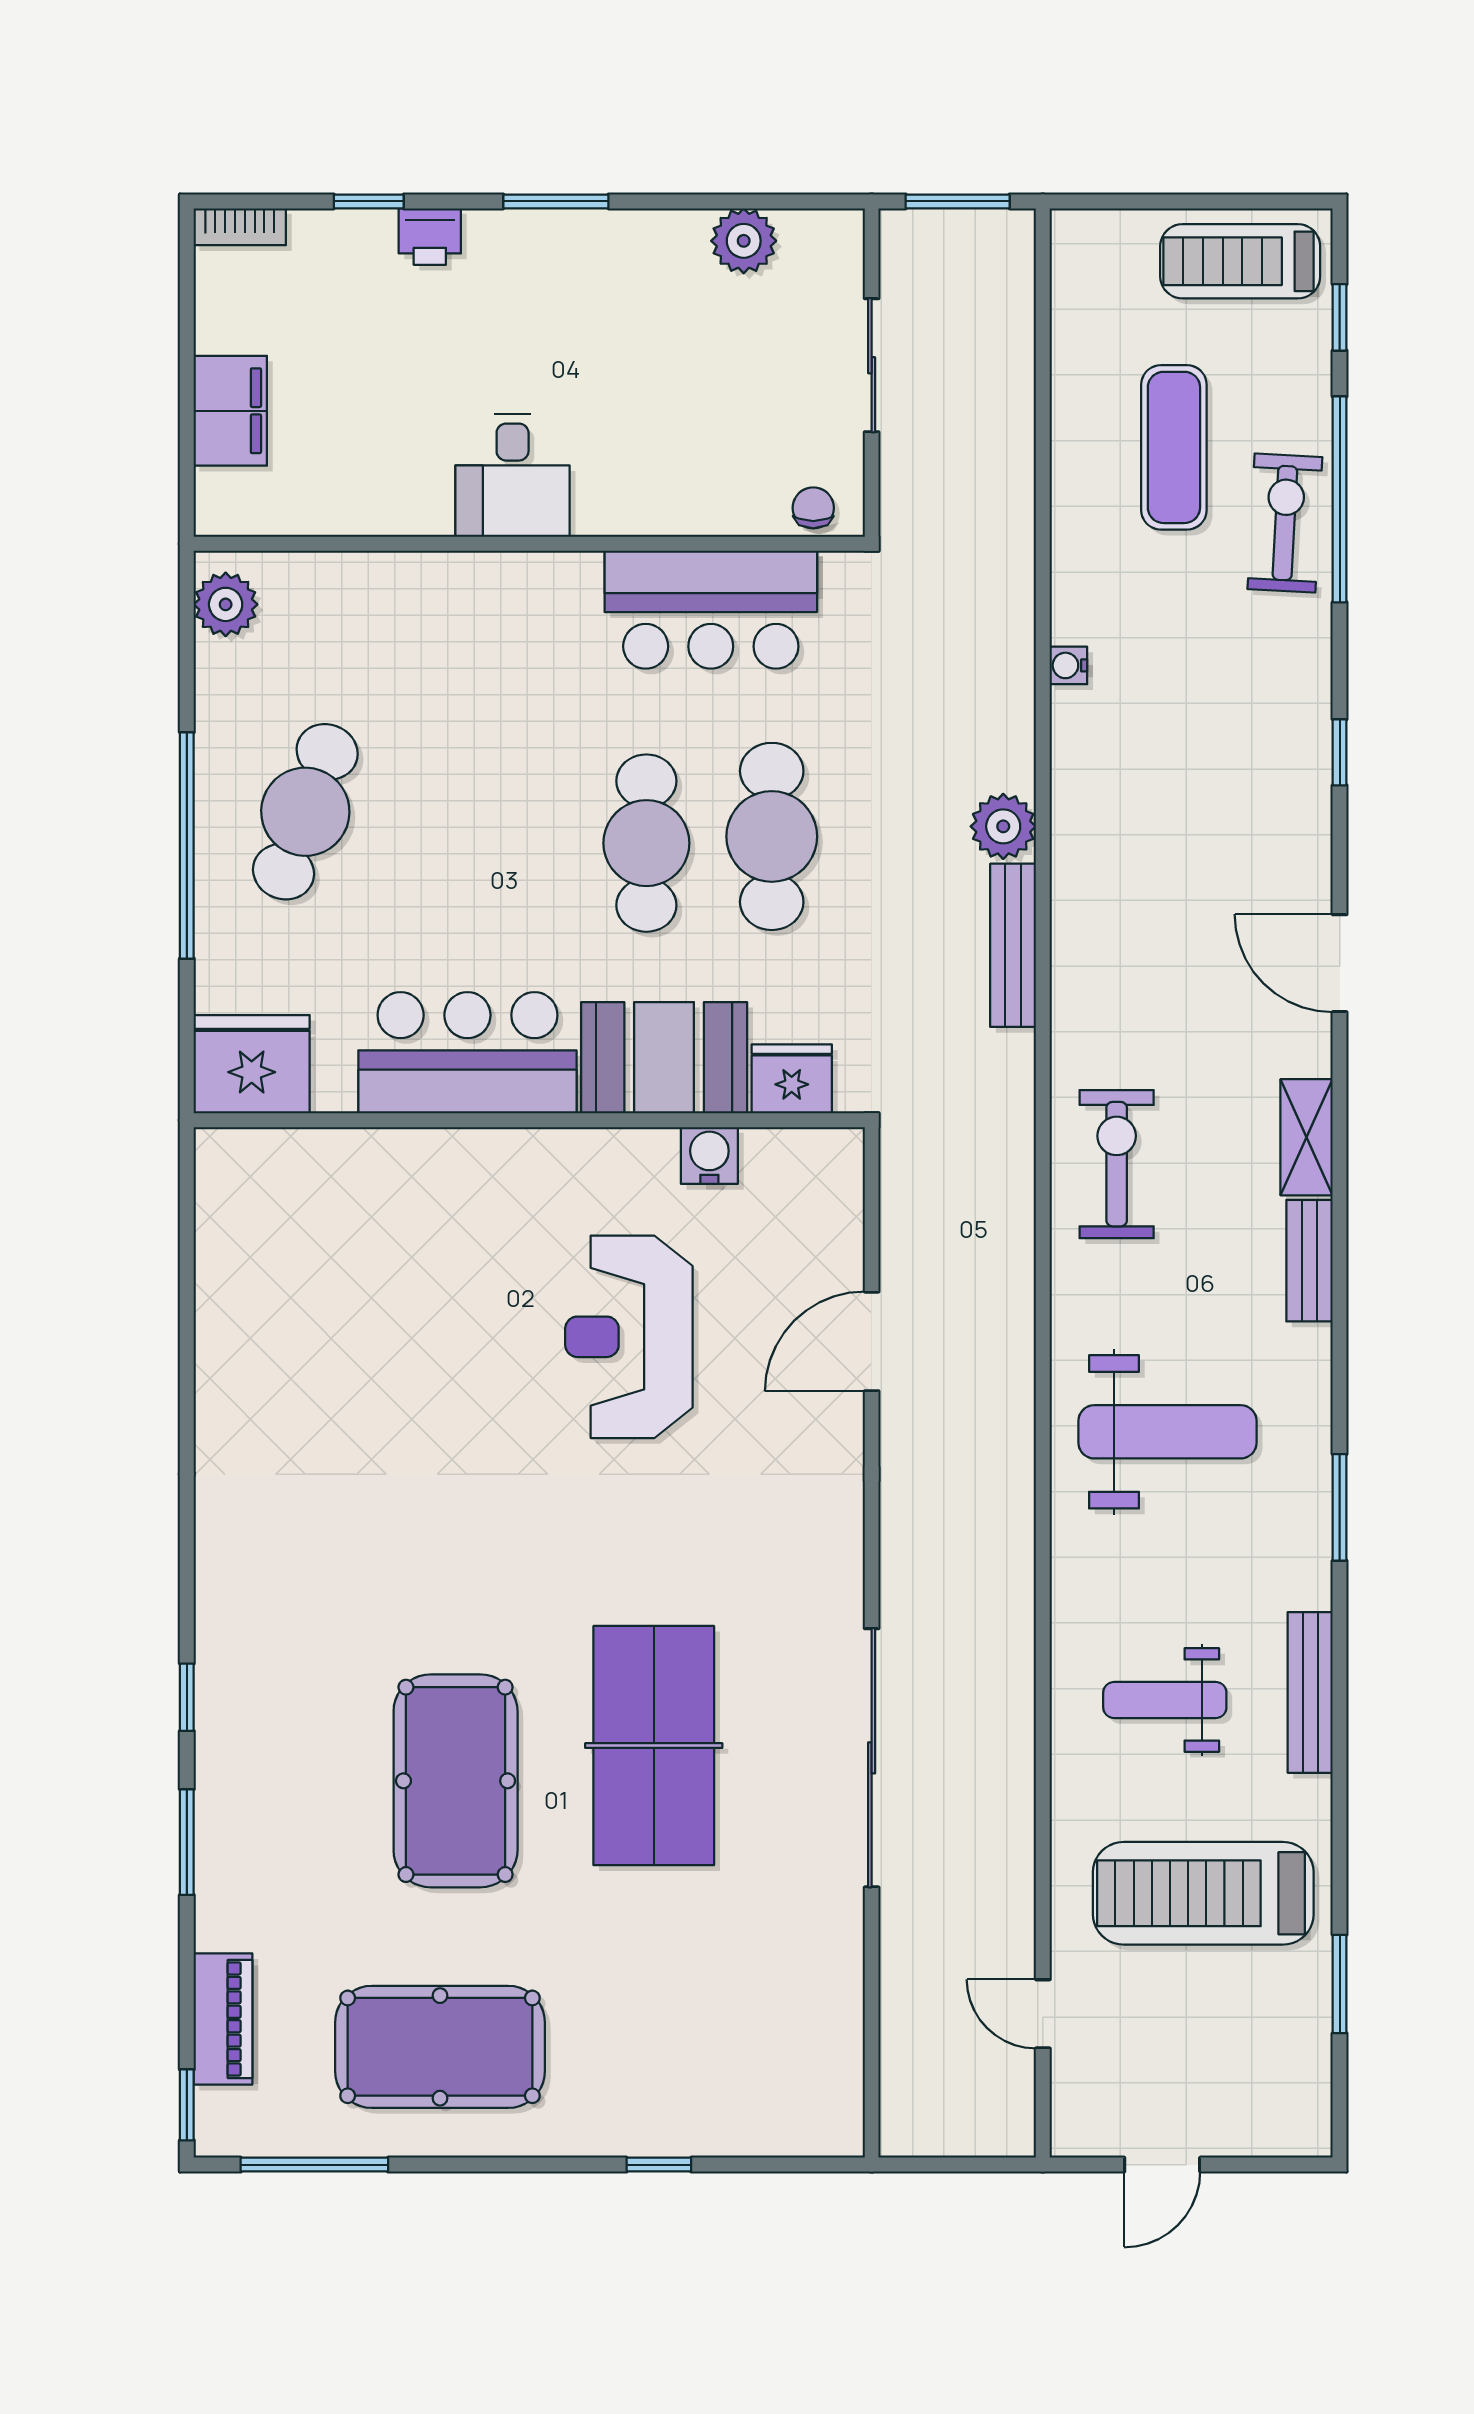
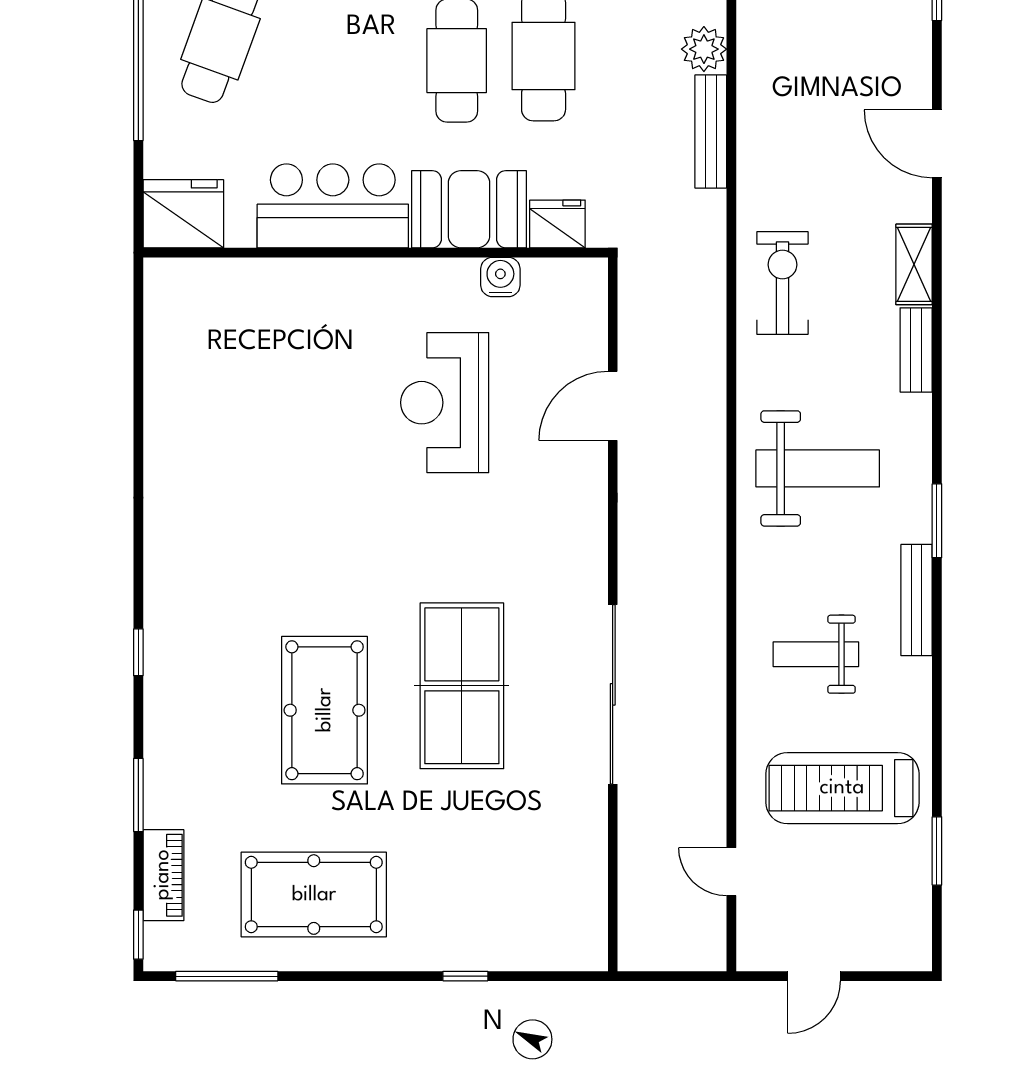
bench: (1310, 1692) -> (917, 600), moved
window: (187, 1842) -> (138, 795), moved

